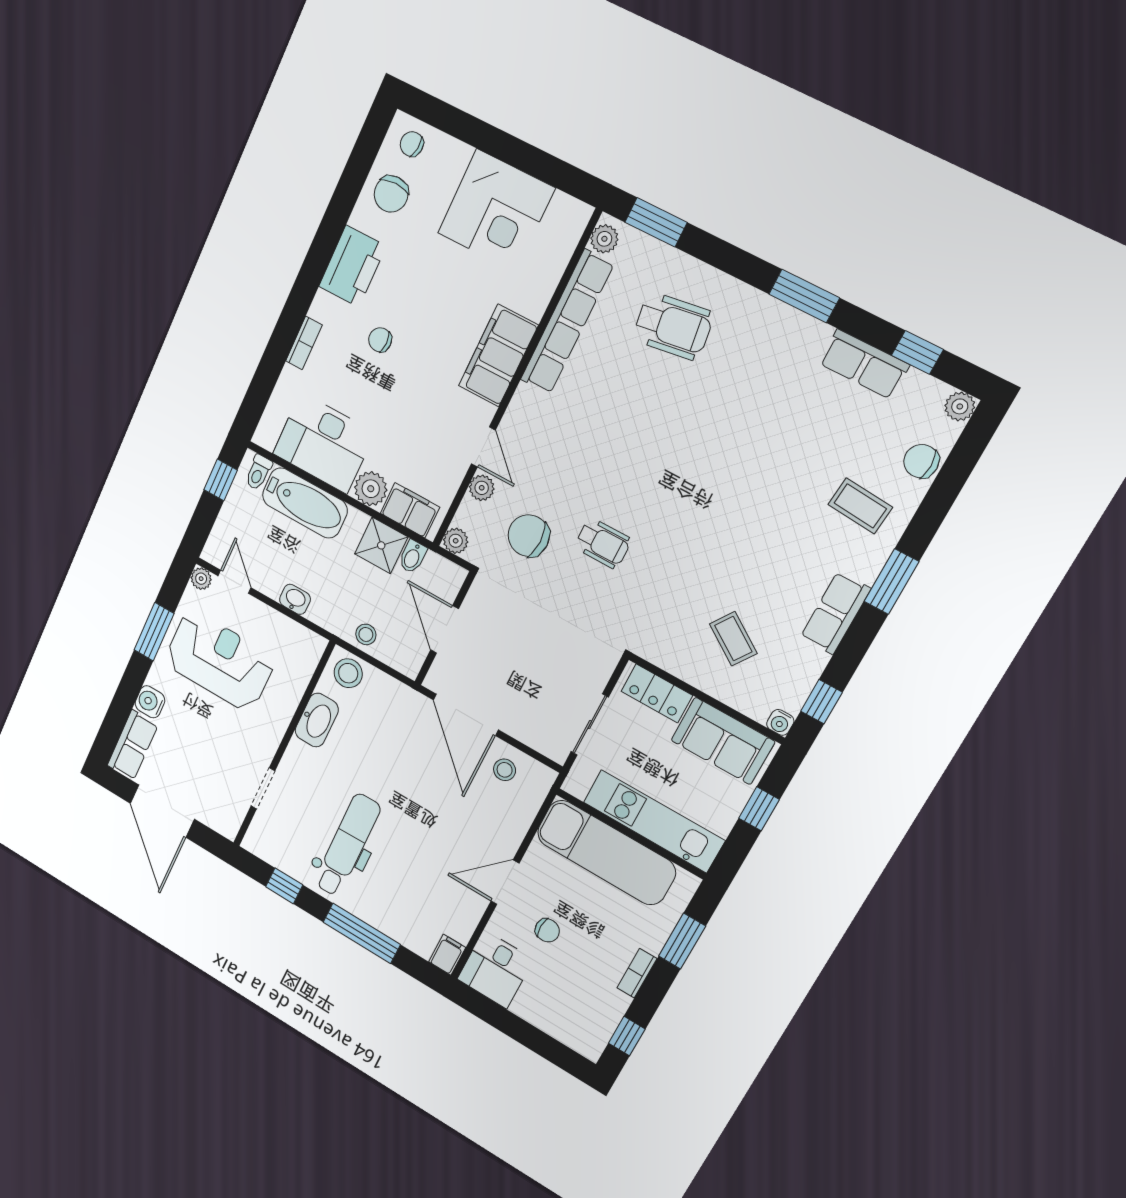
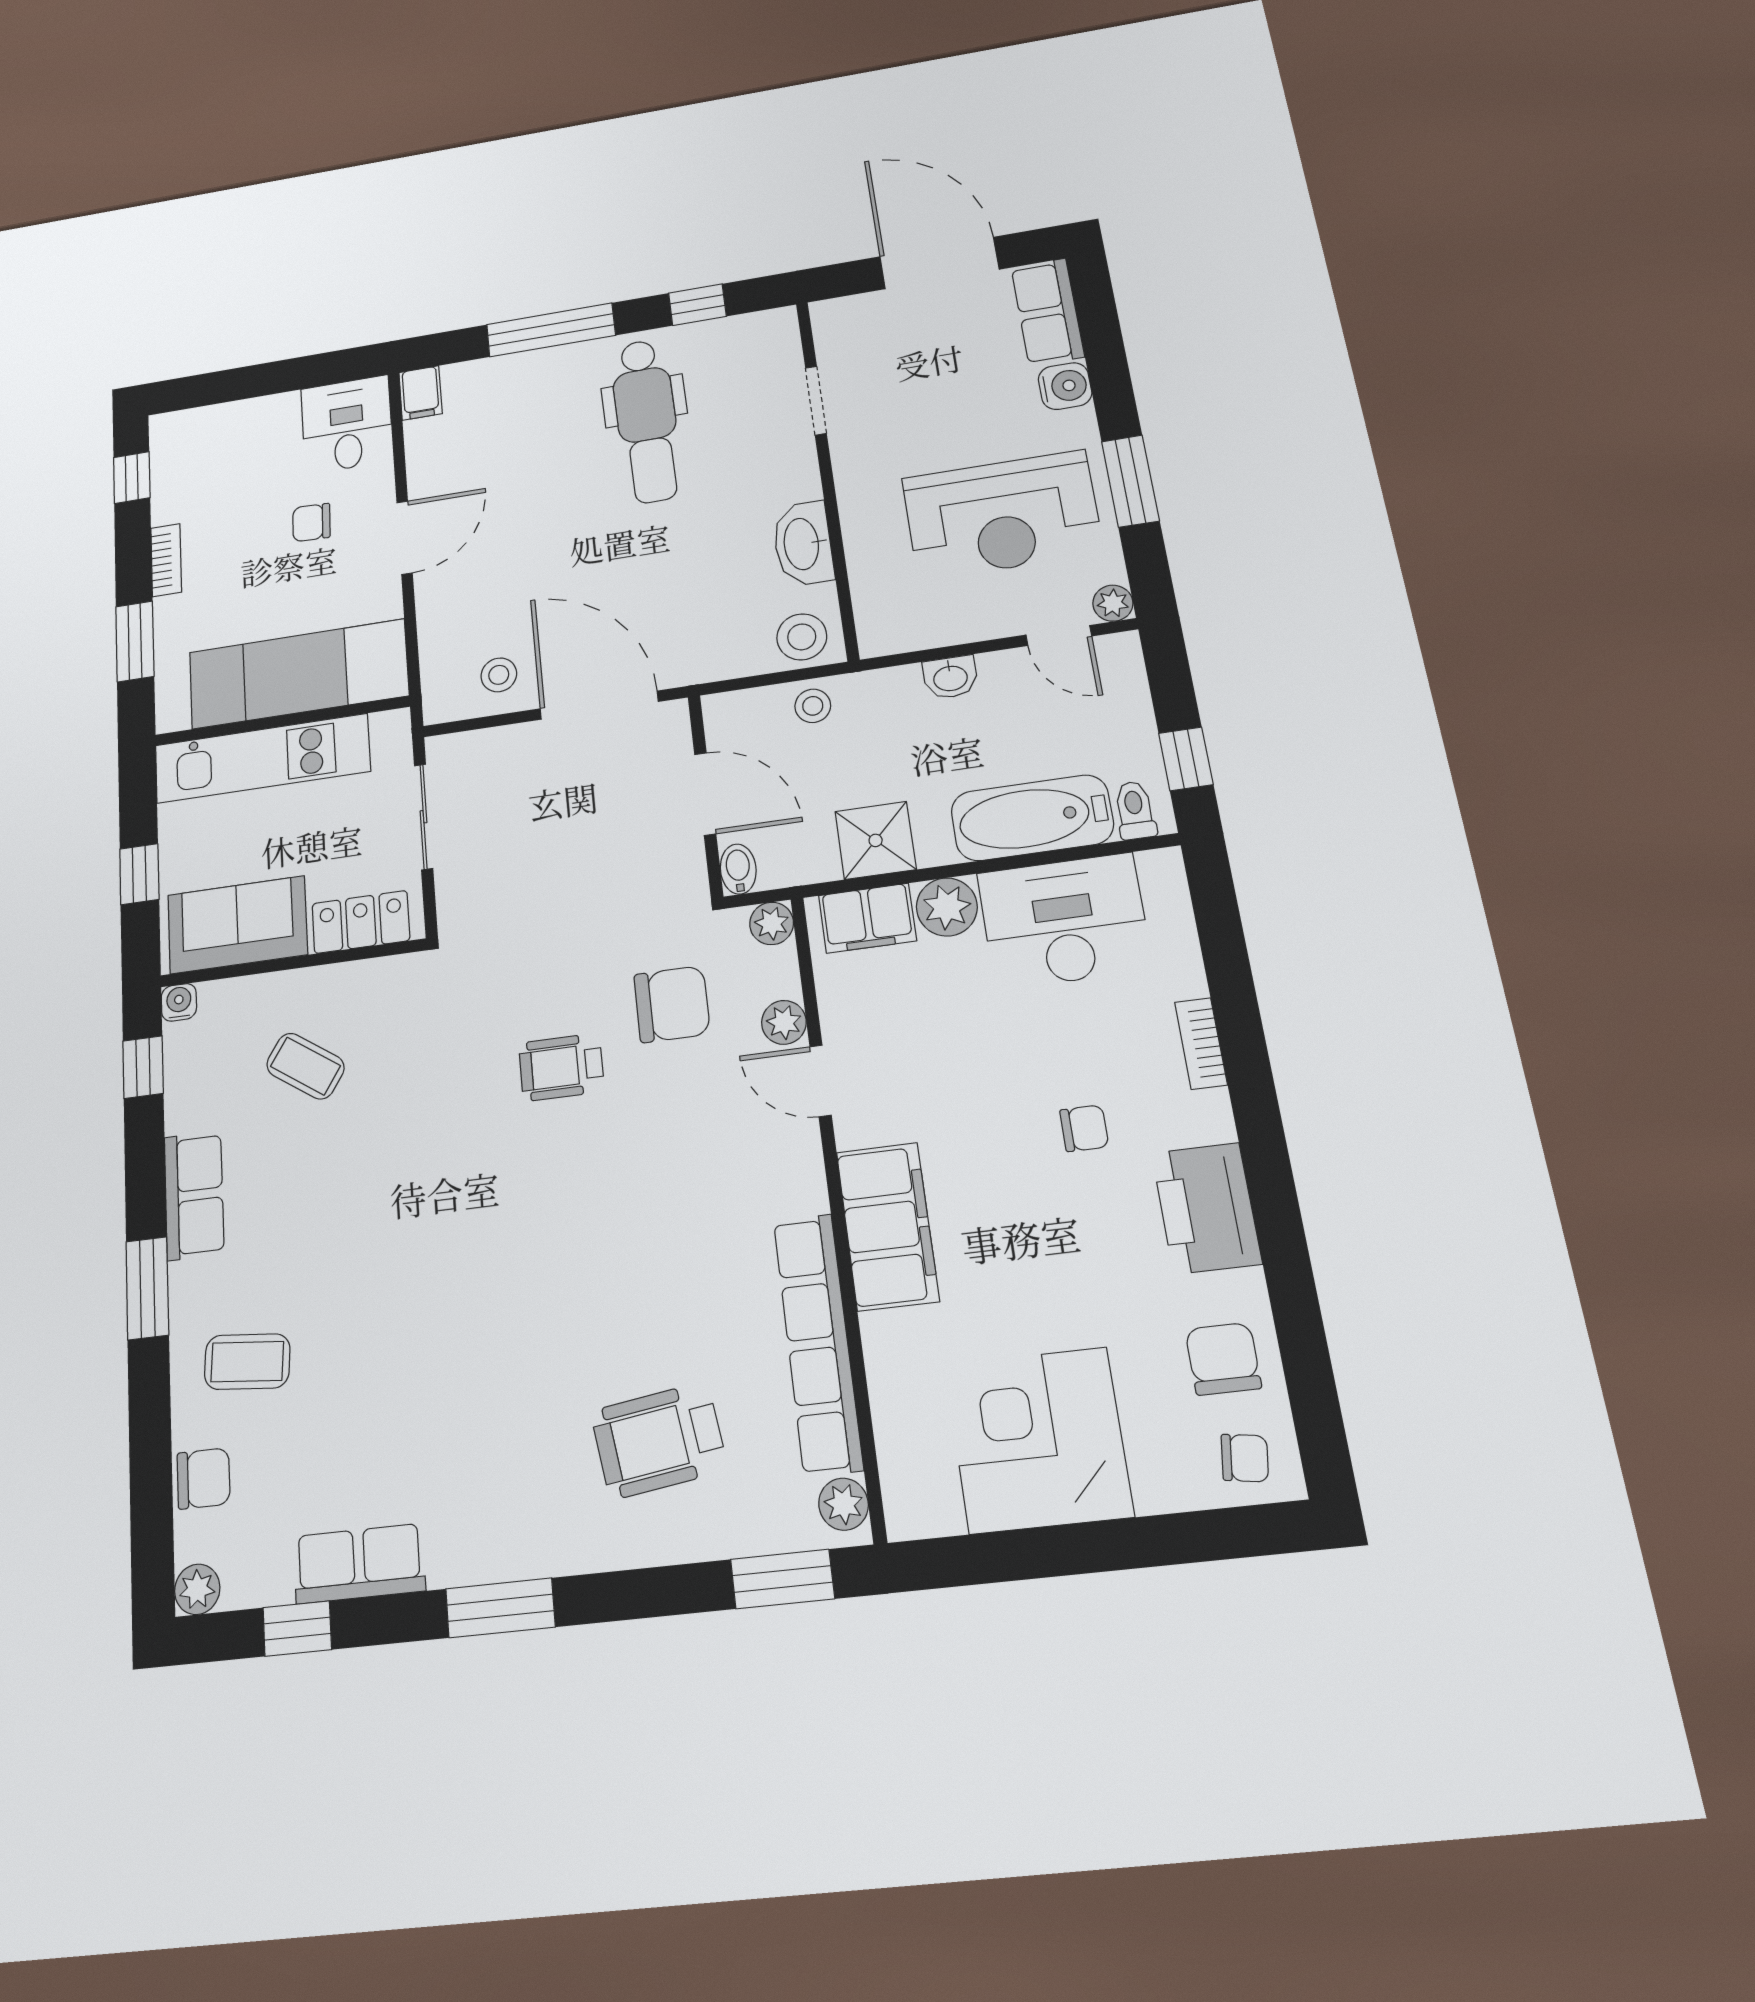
bidet: (413, 557) -> (738, 869), moved

